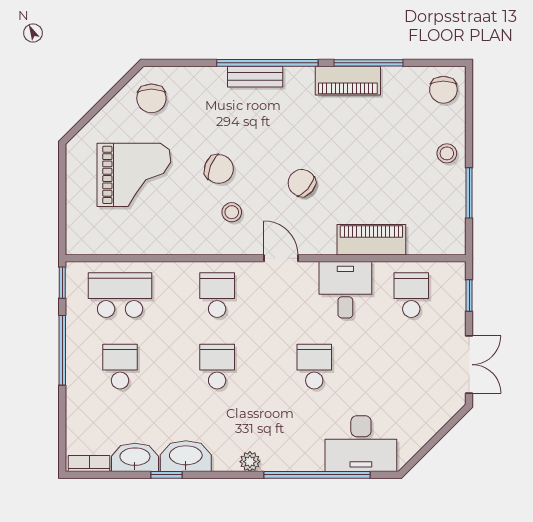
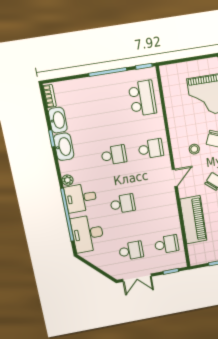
piano: (371, 240) -> (193, 220), width x1.37, depth x1.33
desk: (345, 290) -> (81, 198), moved, turned 180
school desk: (120, 367) -> (131, 251), moved

